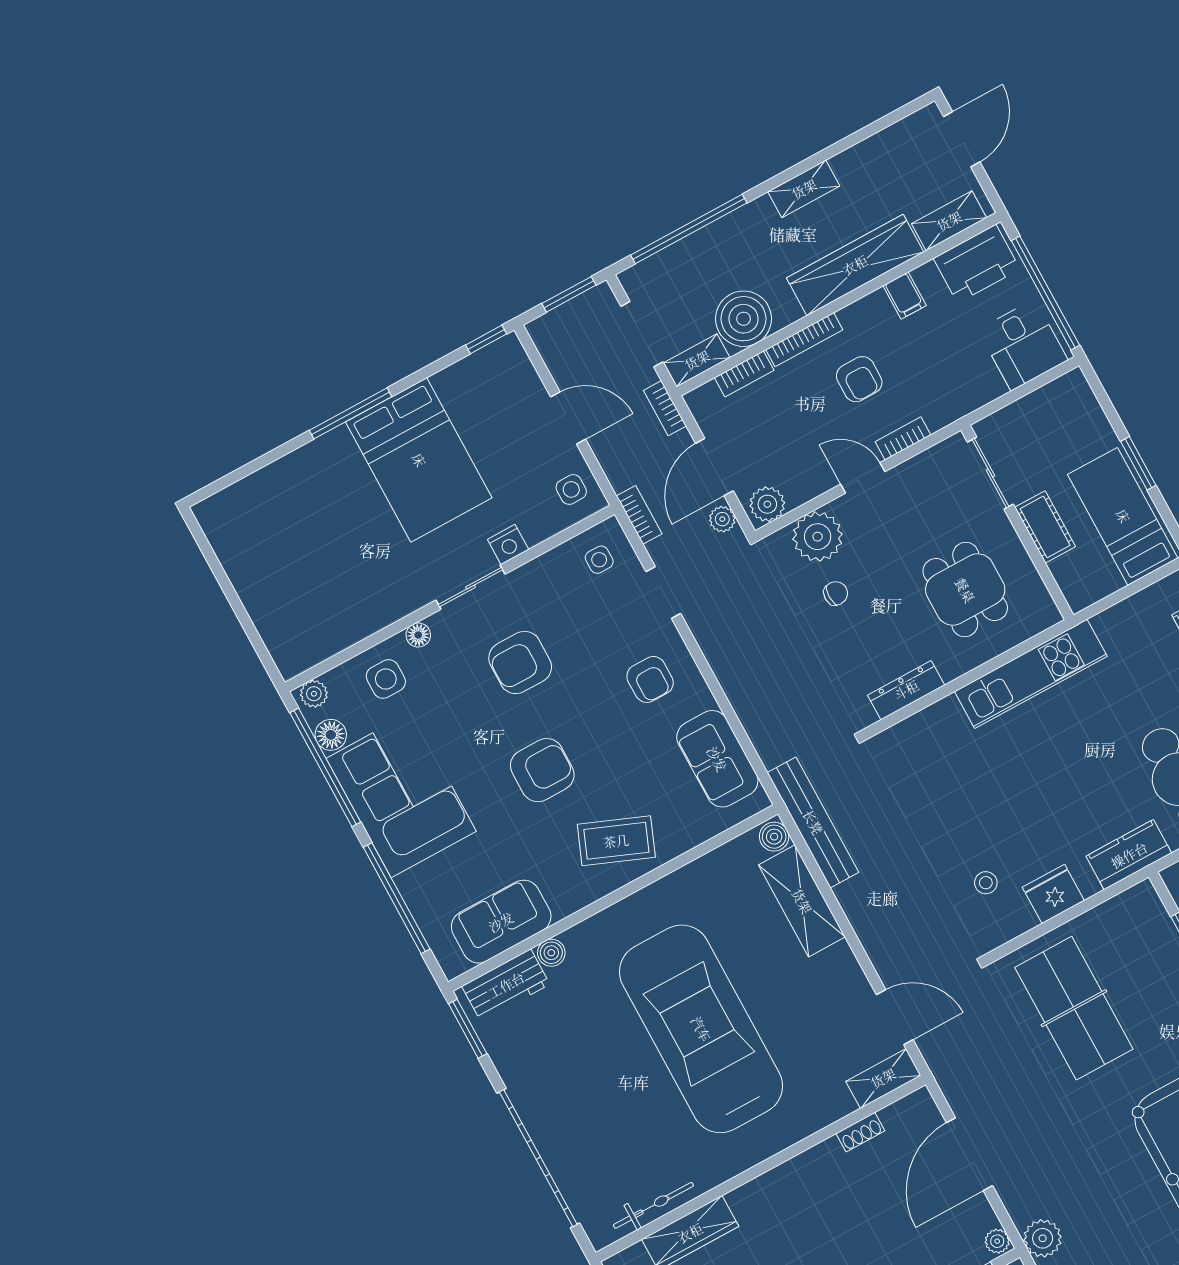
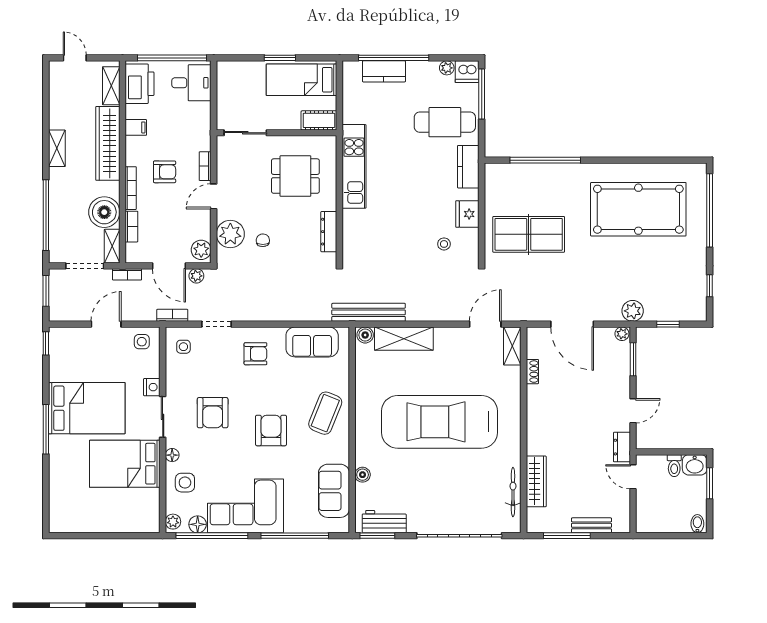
door: (962, 139) -> (75, 58), width x0.73
cot: (1045, 527) -> (319, 120), moved
bed: (364, 568) -> (125, 464), added
workbench: (506, 985) -> (384, 522), moved, turned -90

